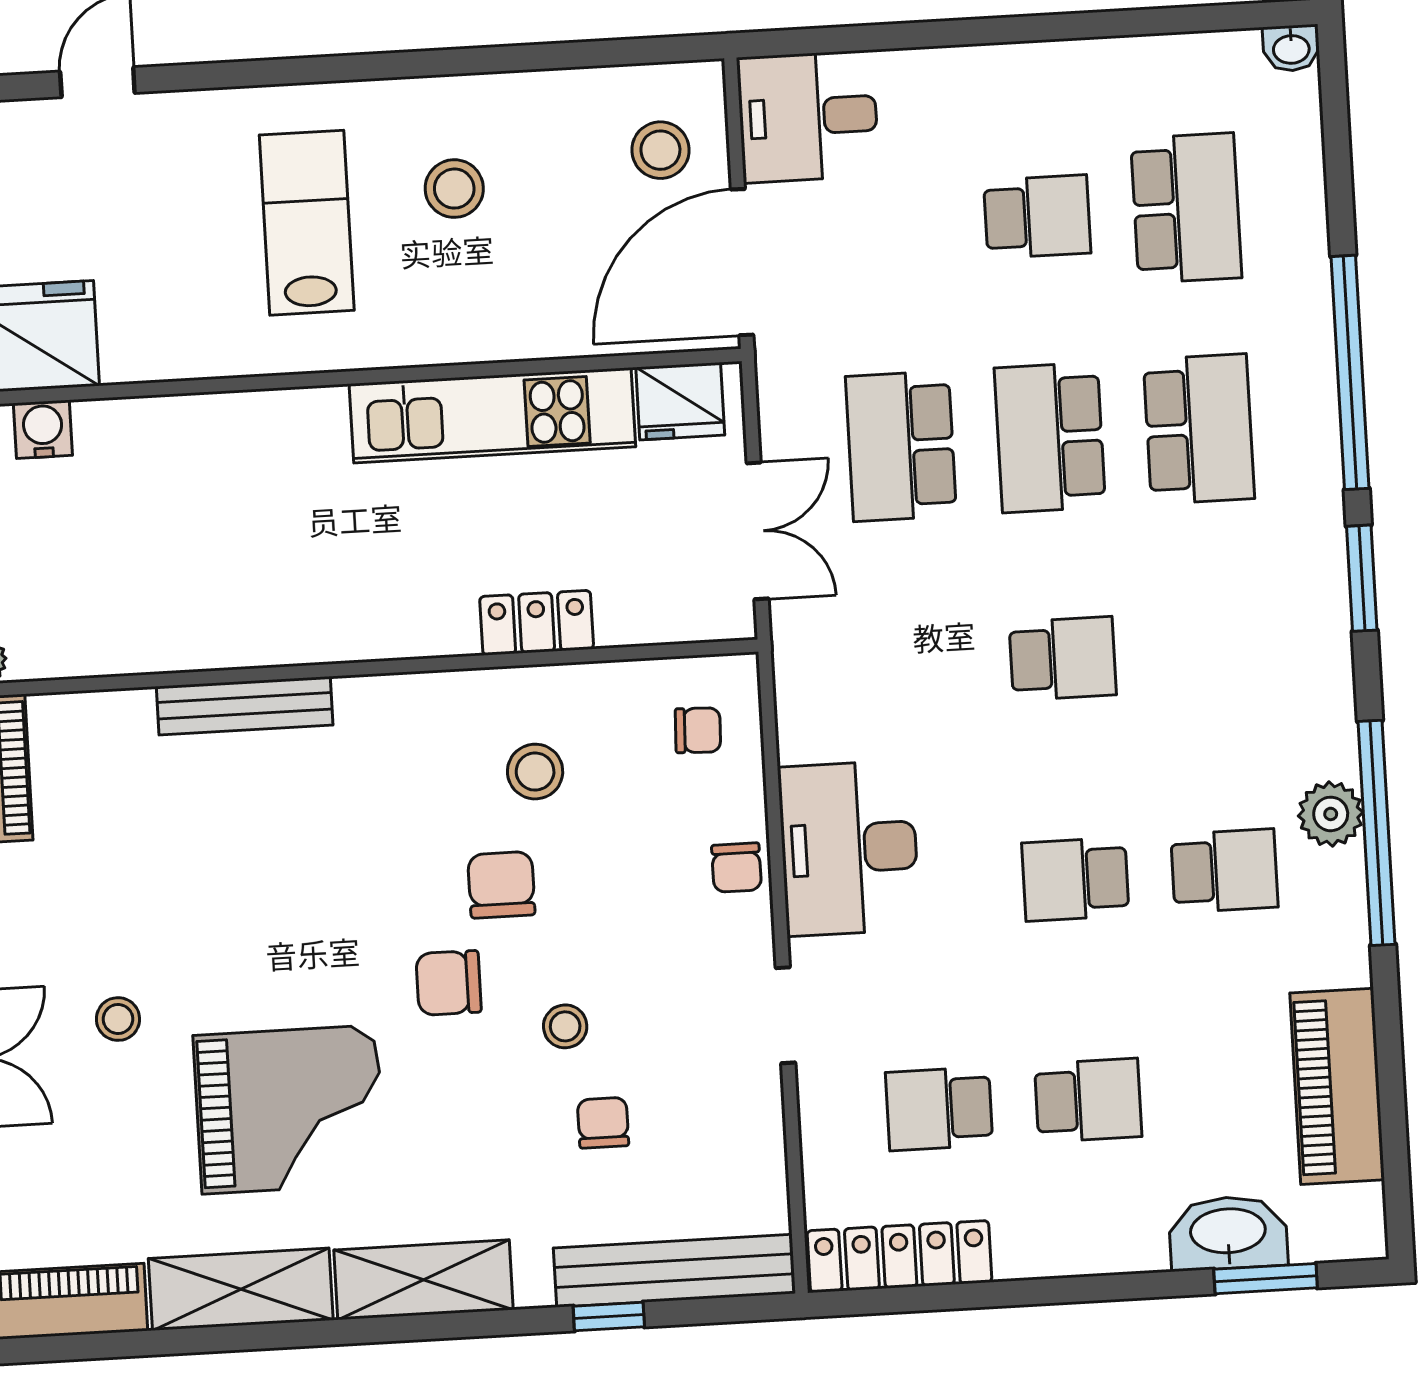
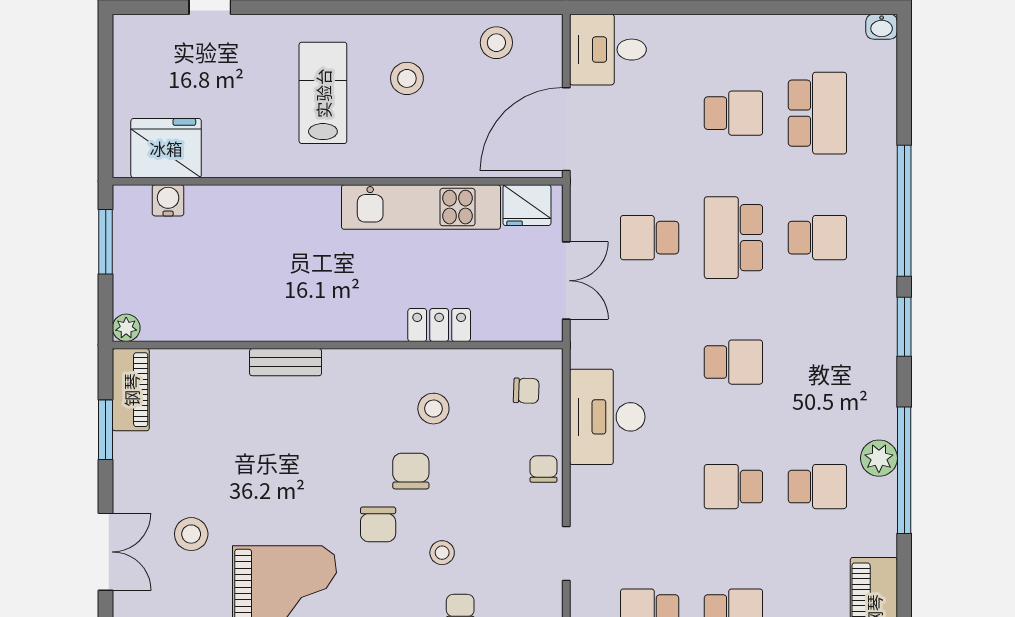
stool: (660, 150) -> (496, 43), moved
school desk: (1199, 429) -> (817, 238), width x0.54
school desk: (901, 446) -> (650, 238), width x0.54
bench: (245, 706) -> (286, 362), width x0.73
desk: (849, 848) -> (607, 417), moved
chair: (737, 868) -> (543, 469), turned 180
chair: (449, 983) -> (378, 524), turned -90
stool: (118, 1019) -> (191, 534), width x1.37, depth x1.37

